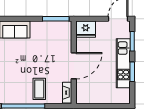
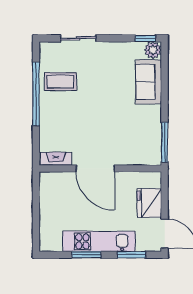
fridge: (86, 29) -> (149, 203), moved
coffee table: (39, 89) -> (60, 82), moved

